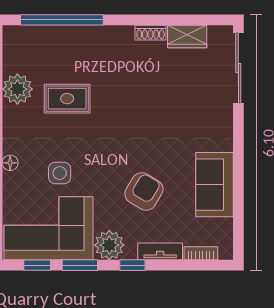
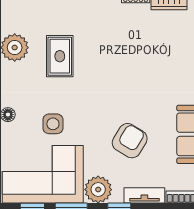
rug: (67, 99) -> (60, 56), turned 90

